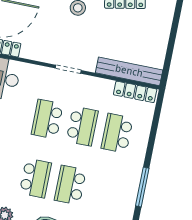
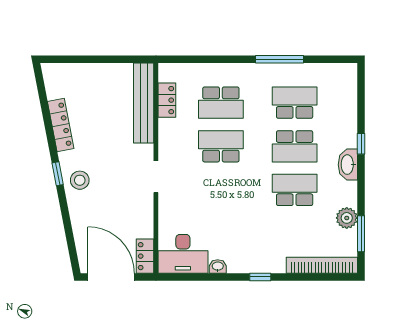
locker: (135, 92) -> (167, 100), width x0.66
school desk: (47, 119) -> (295, 103), moved, turned 180

